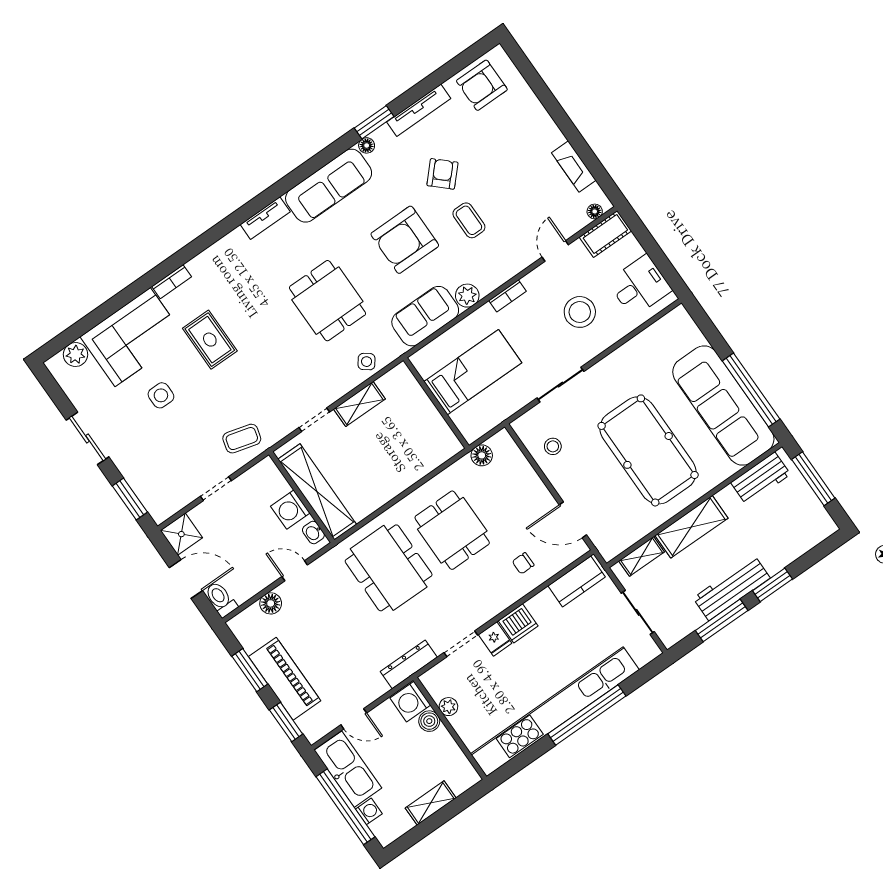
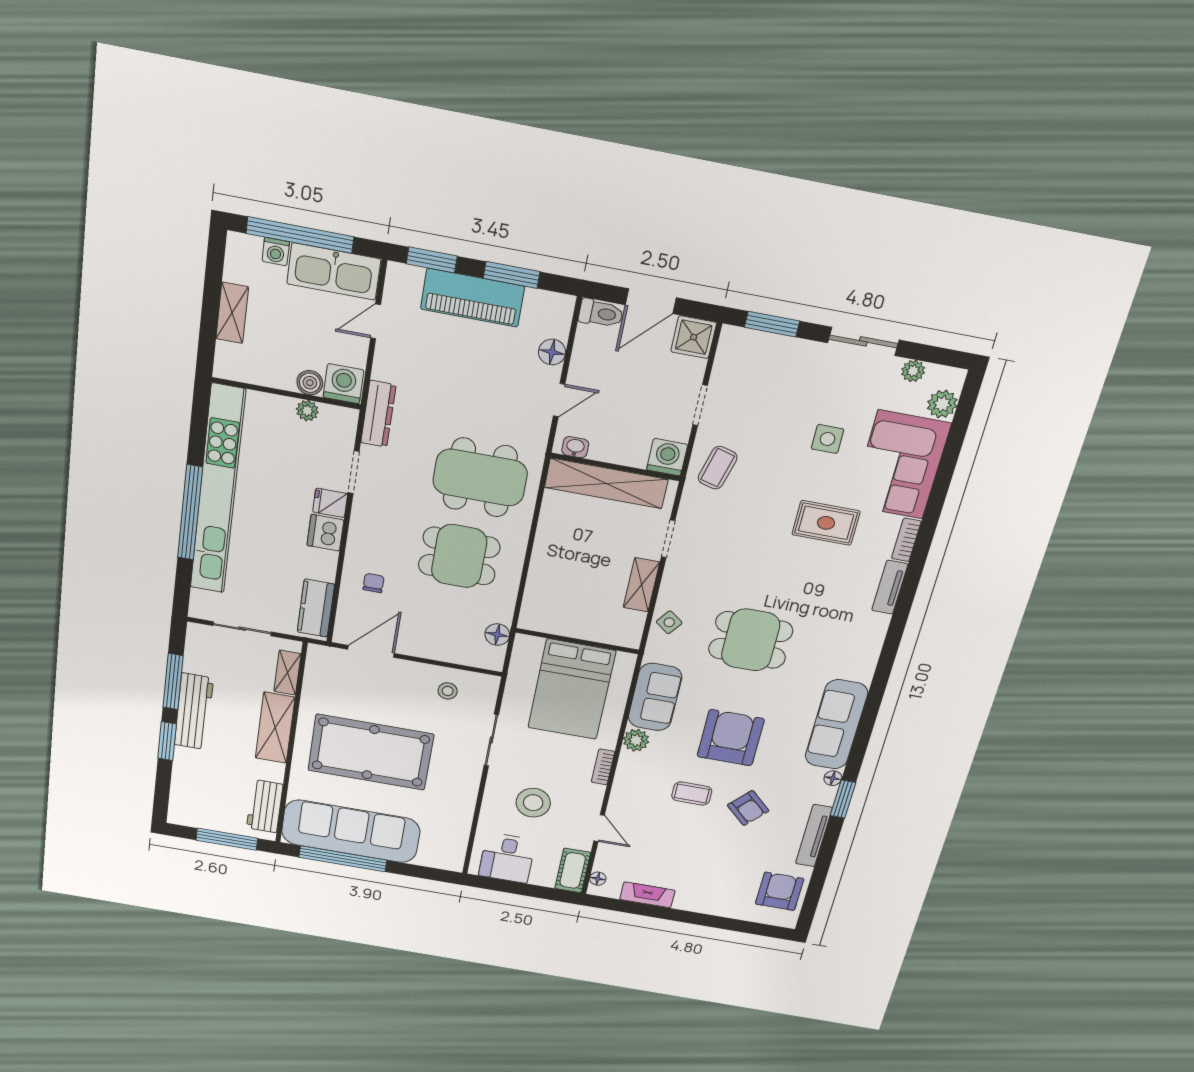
tv unit: (265, 218) -> (890, 587), moved
bed: (473, 372) -> (572, 689), width x1.50
plant: (75, 392) -> (913, 371), added
washing machine: (290, 510) -> (667, 457), moved

